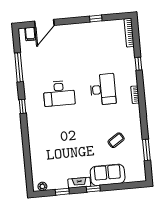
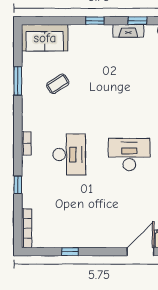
desk: (103, 89) -> (69, 155), turned 180
window: (146, 150) -> (18, 81), moved
sofa: (108, 175) -> (45, 38), moved
fireplace: (79, 183) -> (128, 31), moved

